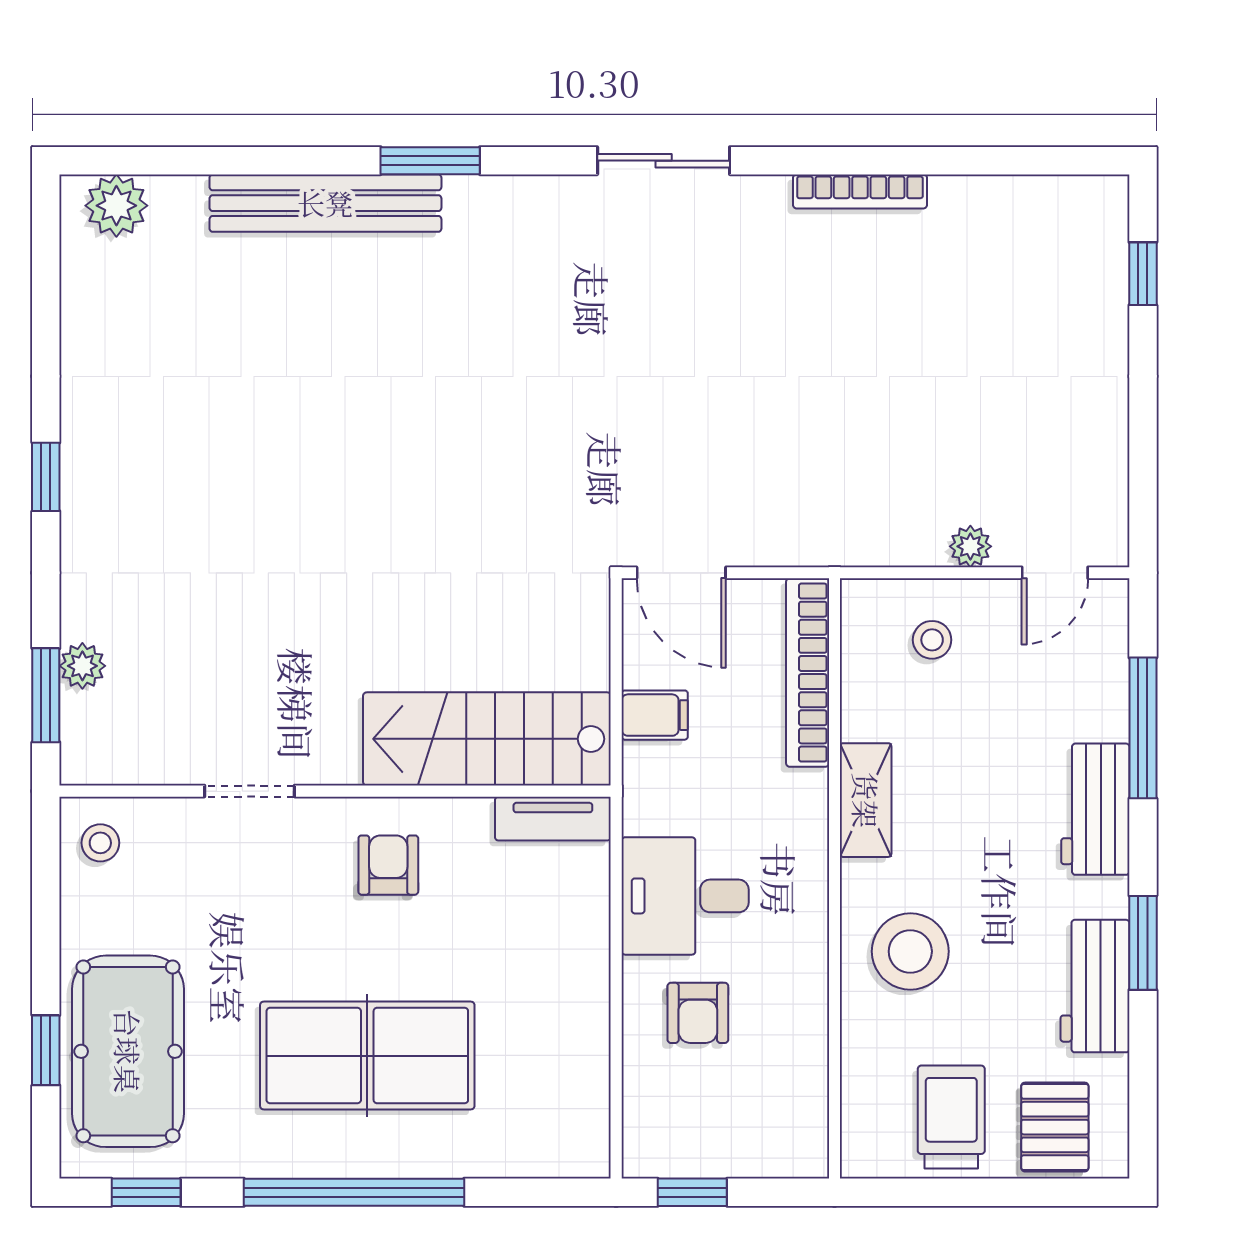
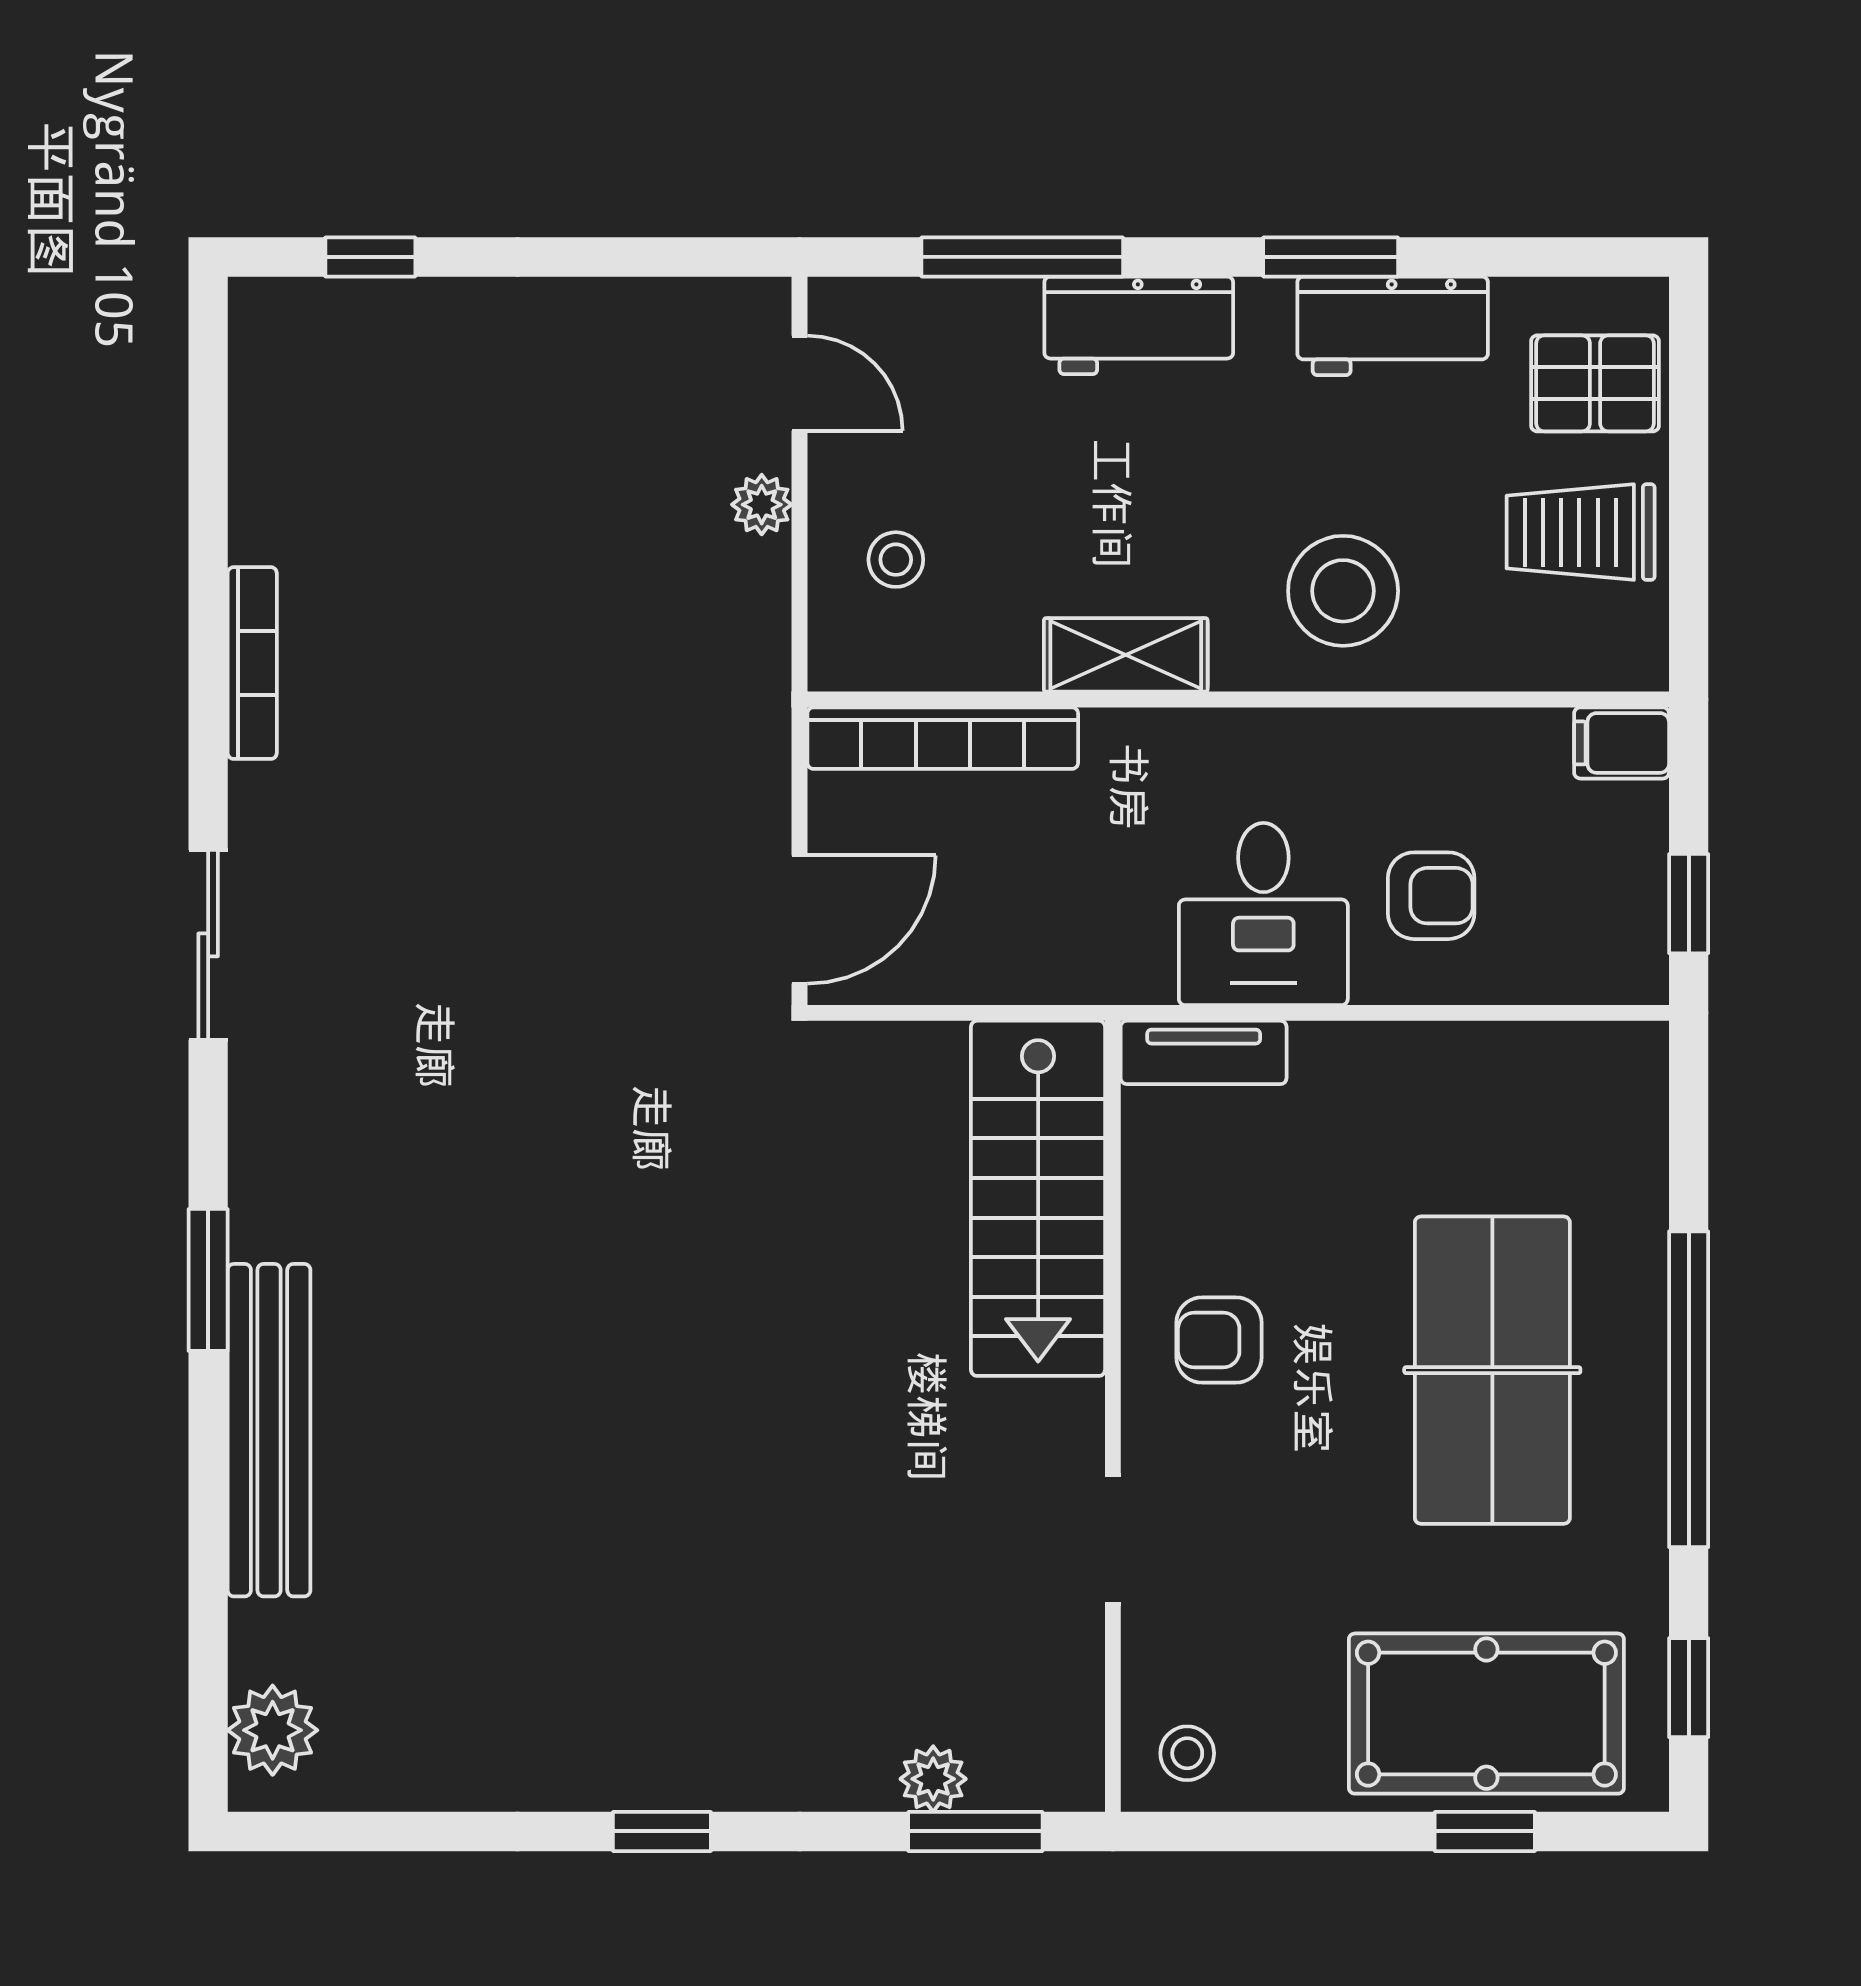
filing cabinet: (655, 715) -> (1622, 743), moved, turned -90
tv unit: (553, 819) -> (1204, 1052), moved, turned 90

